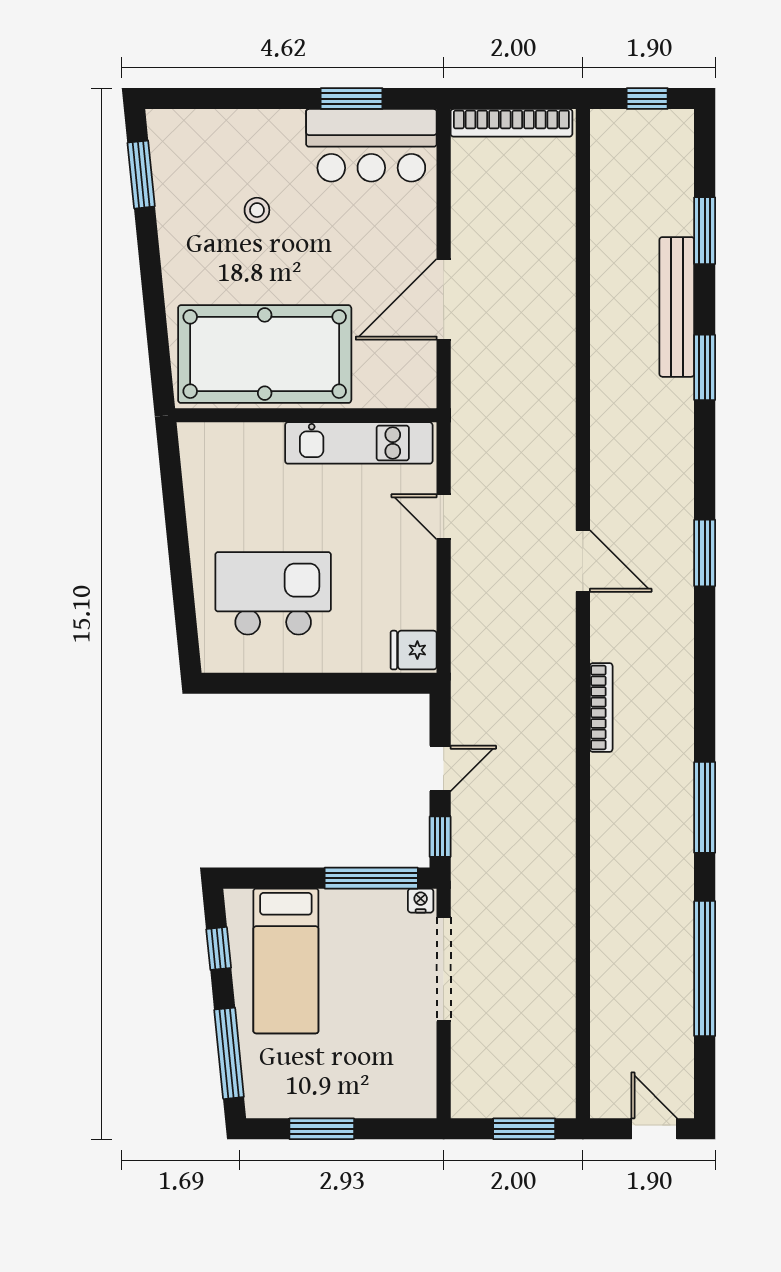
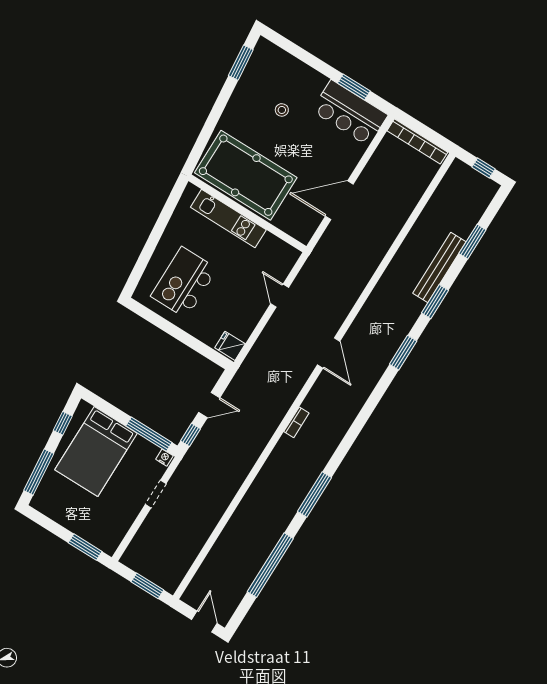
kitchen unit: (359, 443) -> (228, 218), moved
window: (705, 553) -> (403, 353), moved
kitchen island: (273, 593) -> (184, 282), turned -90
bookcase: (601, 707) -> (296, 422), width x0.64
bed: (286, 961) -> (96, 452), width x1.50
doorway: (444, 969) -> (156, 494), width x0.53
window: (322, 1129) -> (85, 547), moved

